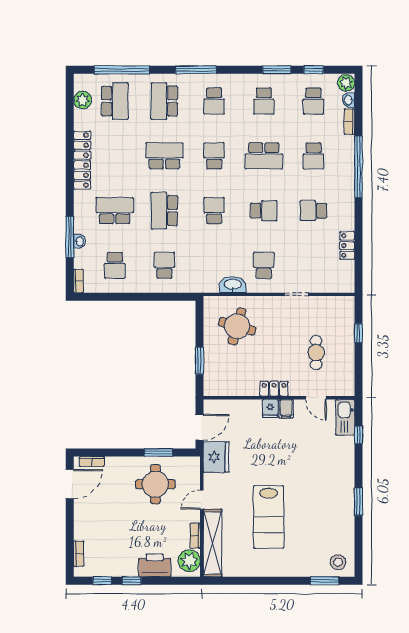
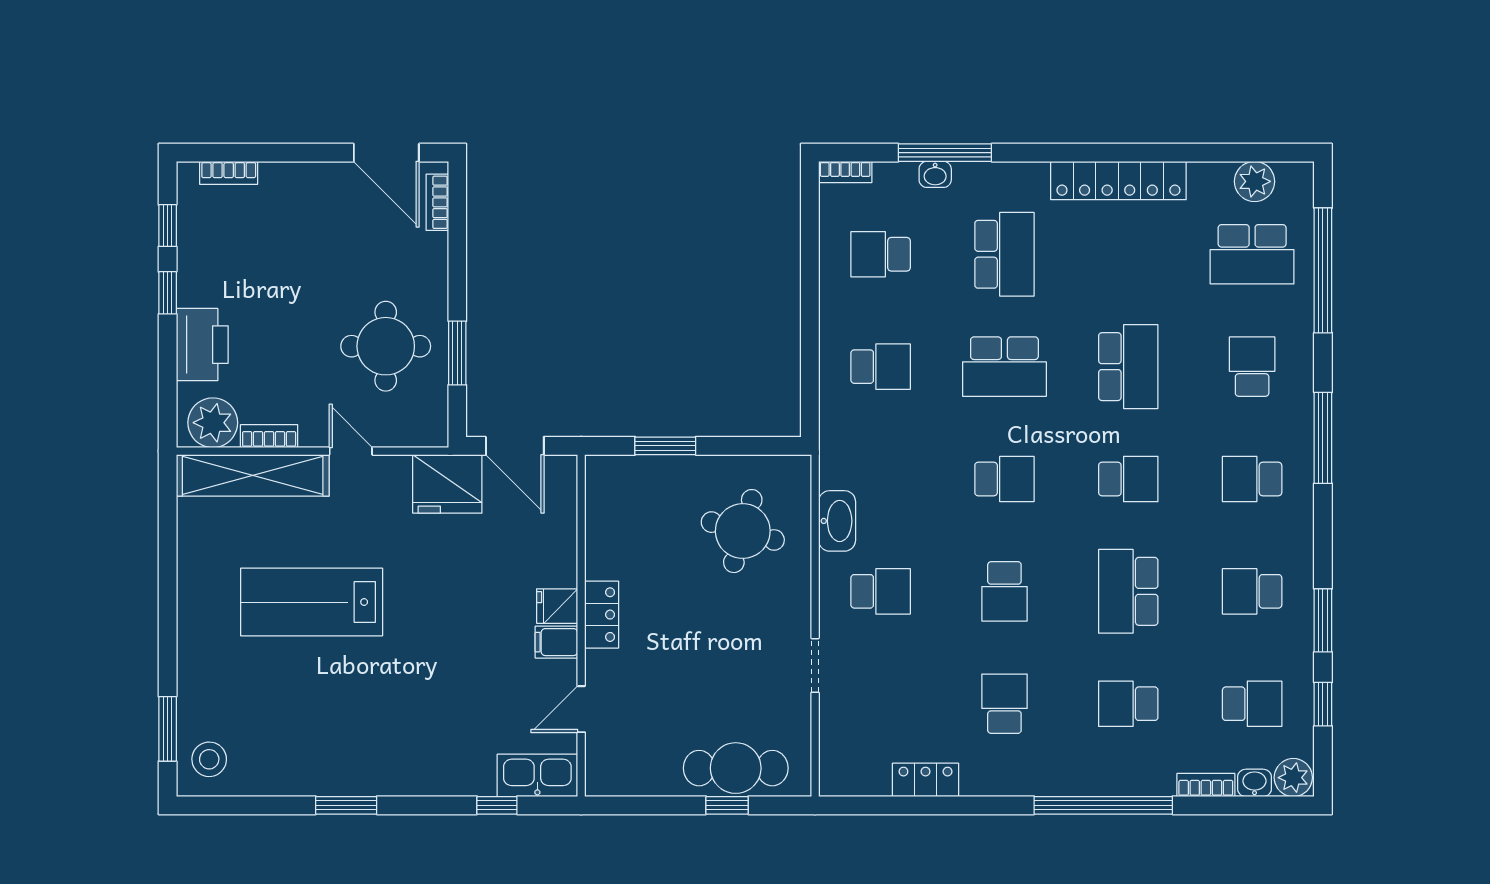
school desk: (164, 101) -> (1252, 367), width x0.54
school desk: (313, 101) -> (1252, 704), turned 180
school desk: (164, 211) -> (1004, 367), turned 180
cafe table: (316, 353) -> (736, 768), moved, width x1.37, depth x1.35

